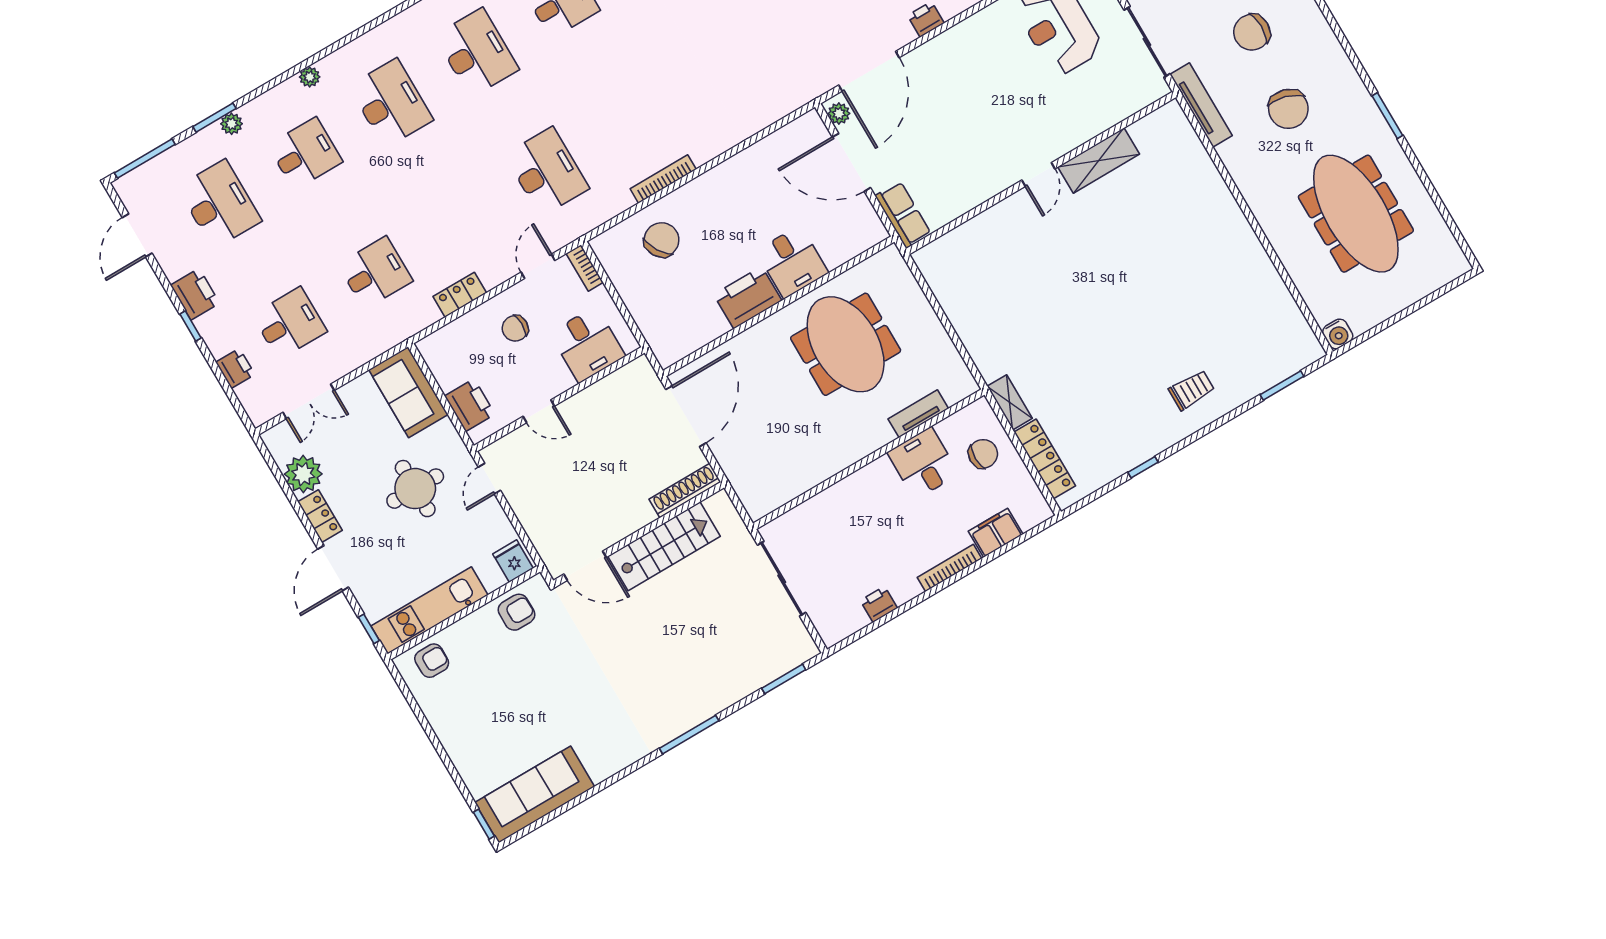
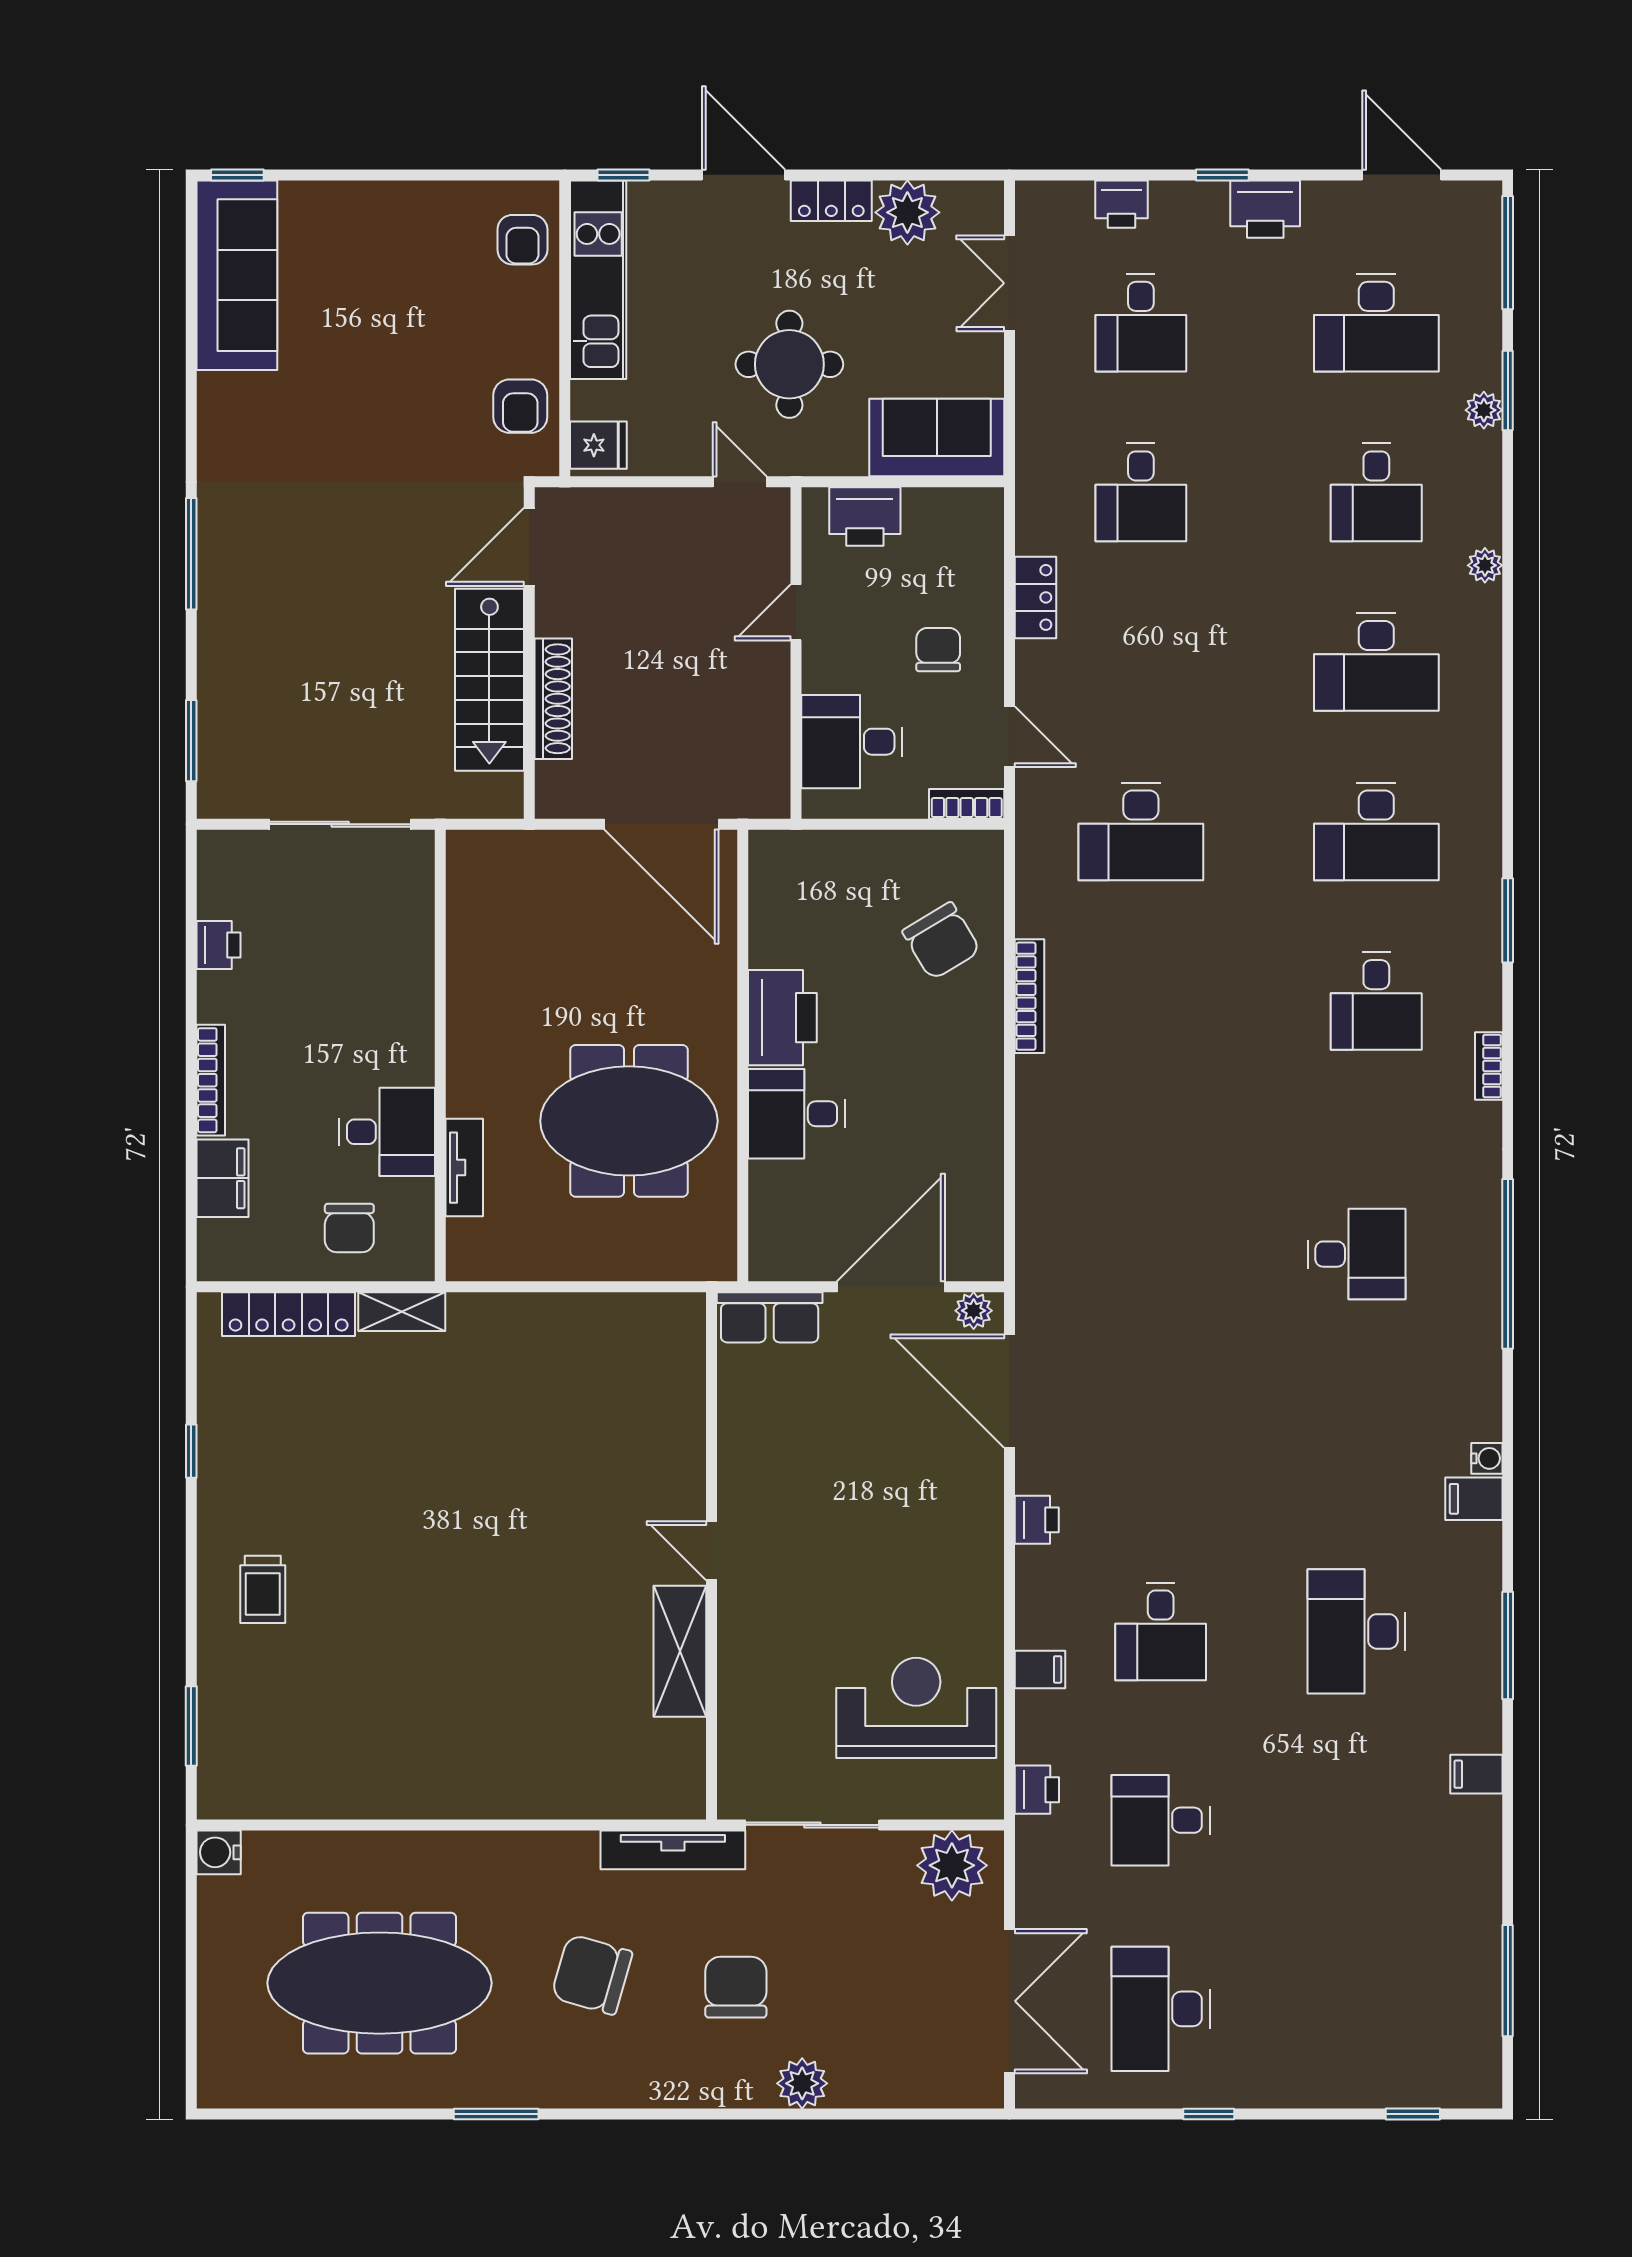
shoe rack: (685, 491) -> (553, 699), moved

